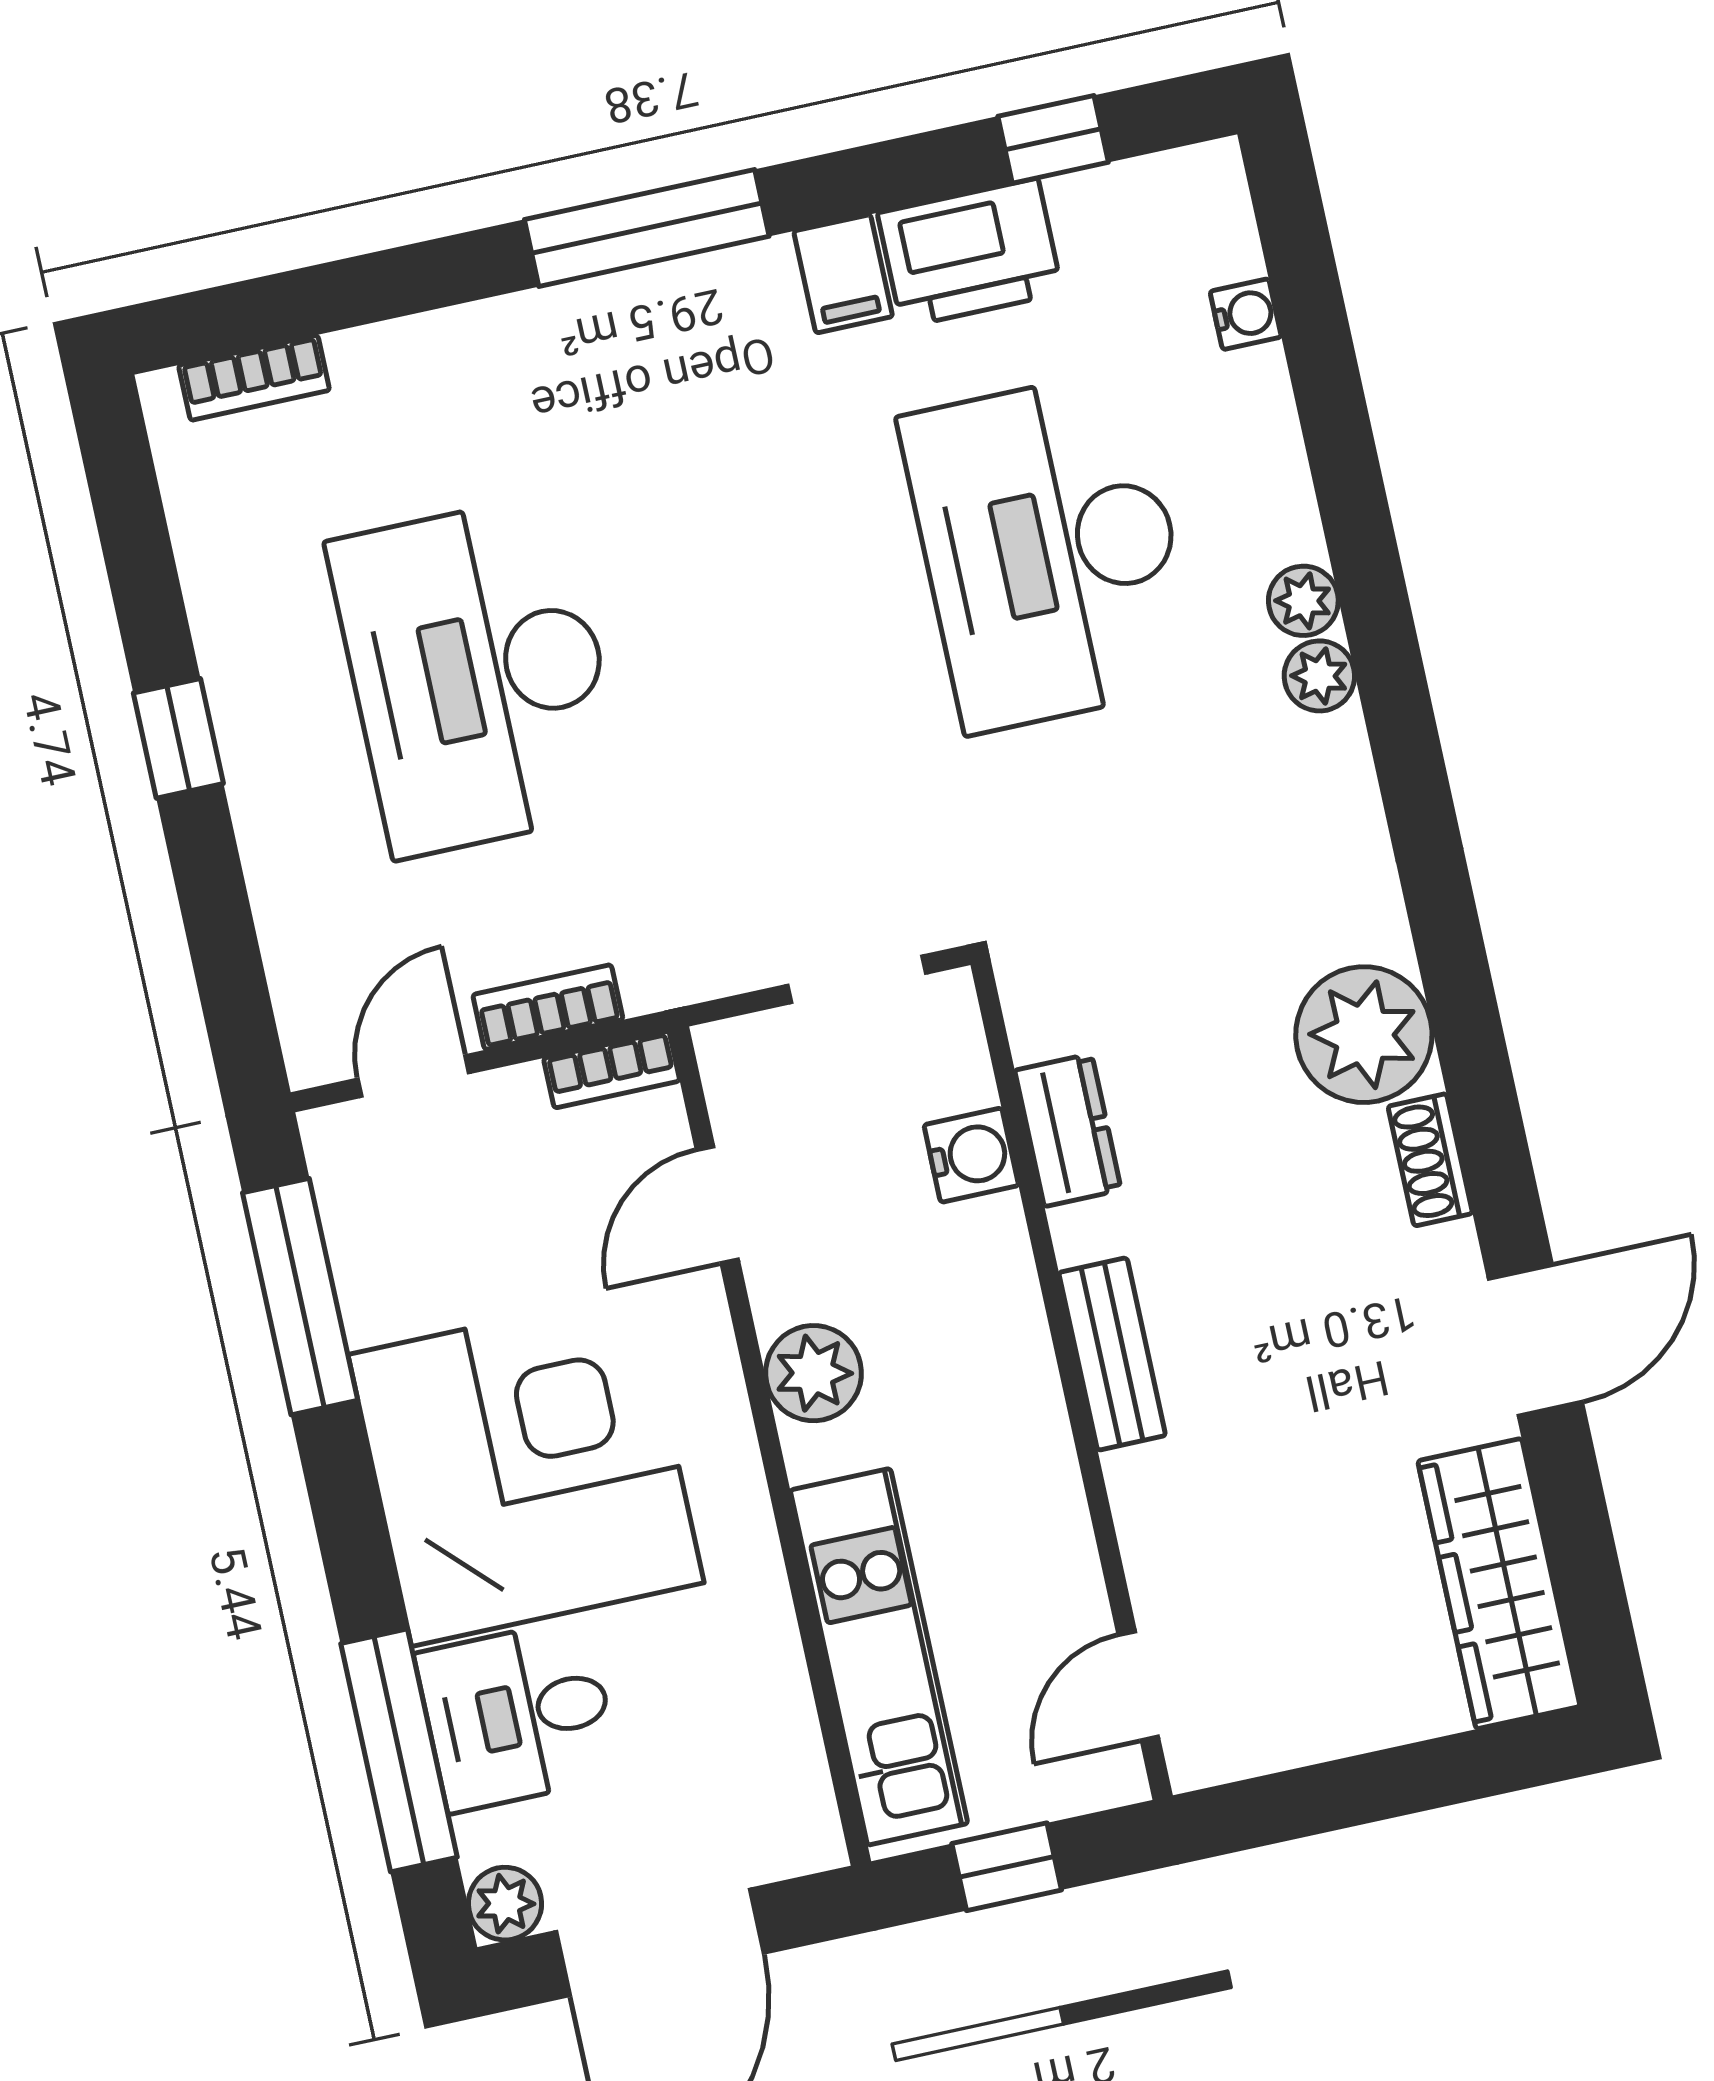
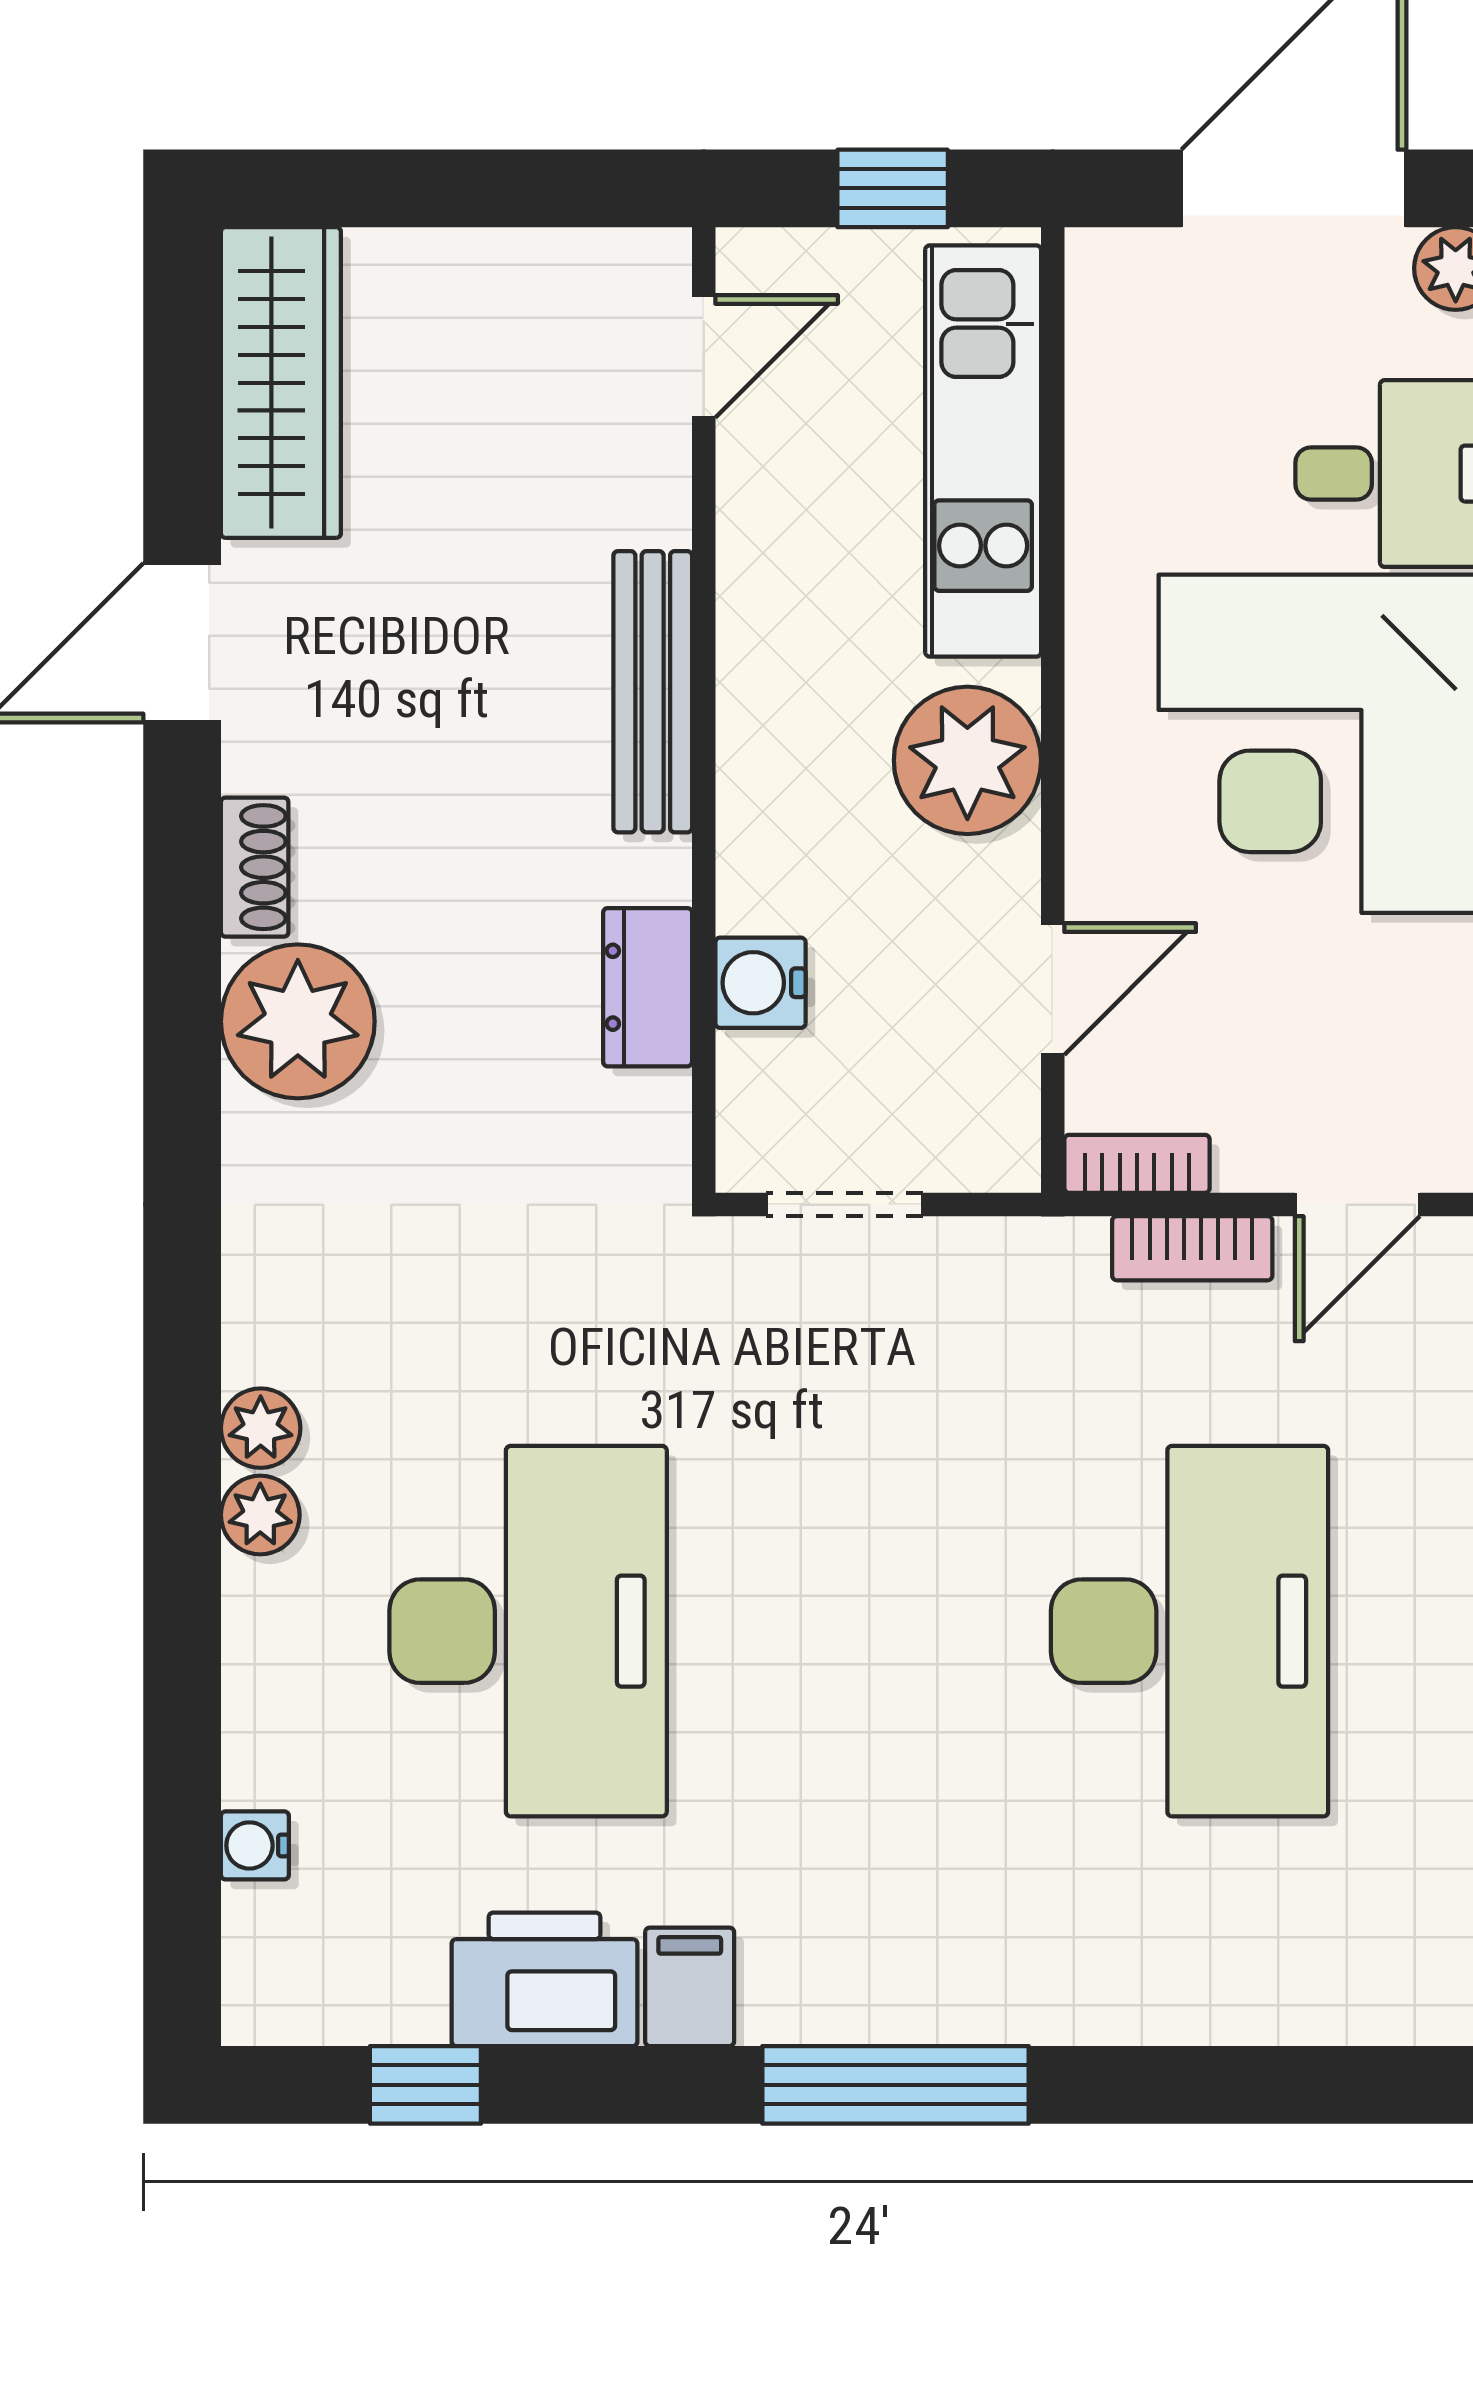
bookcase: (254, 378) -> (1365, 2014), removed
bench: (1112, 1354) -> (653, 692), width x1.36
plant: (814, 1373) -> (967, 760), width x1.36, depth x1.36

